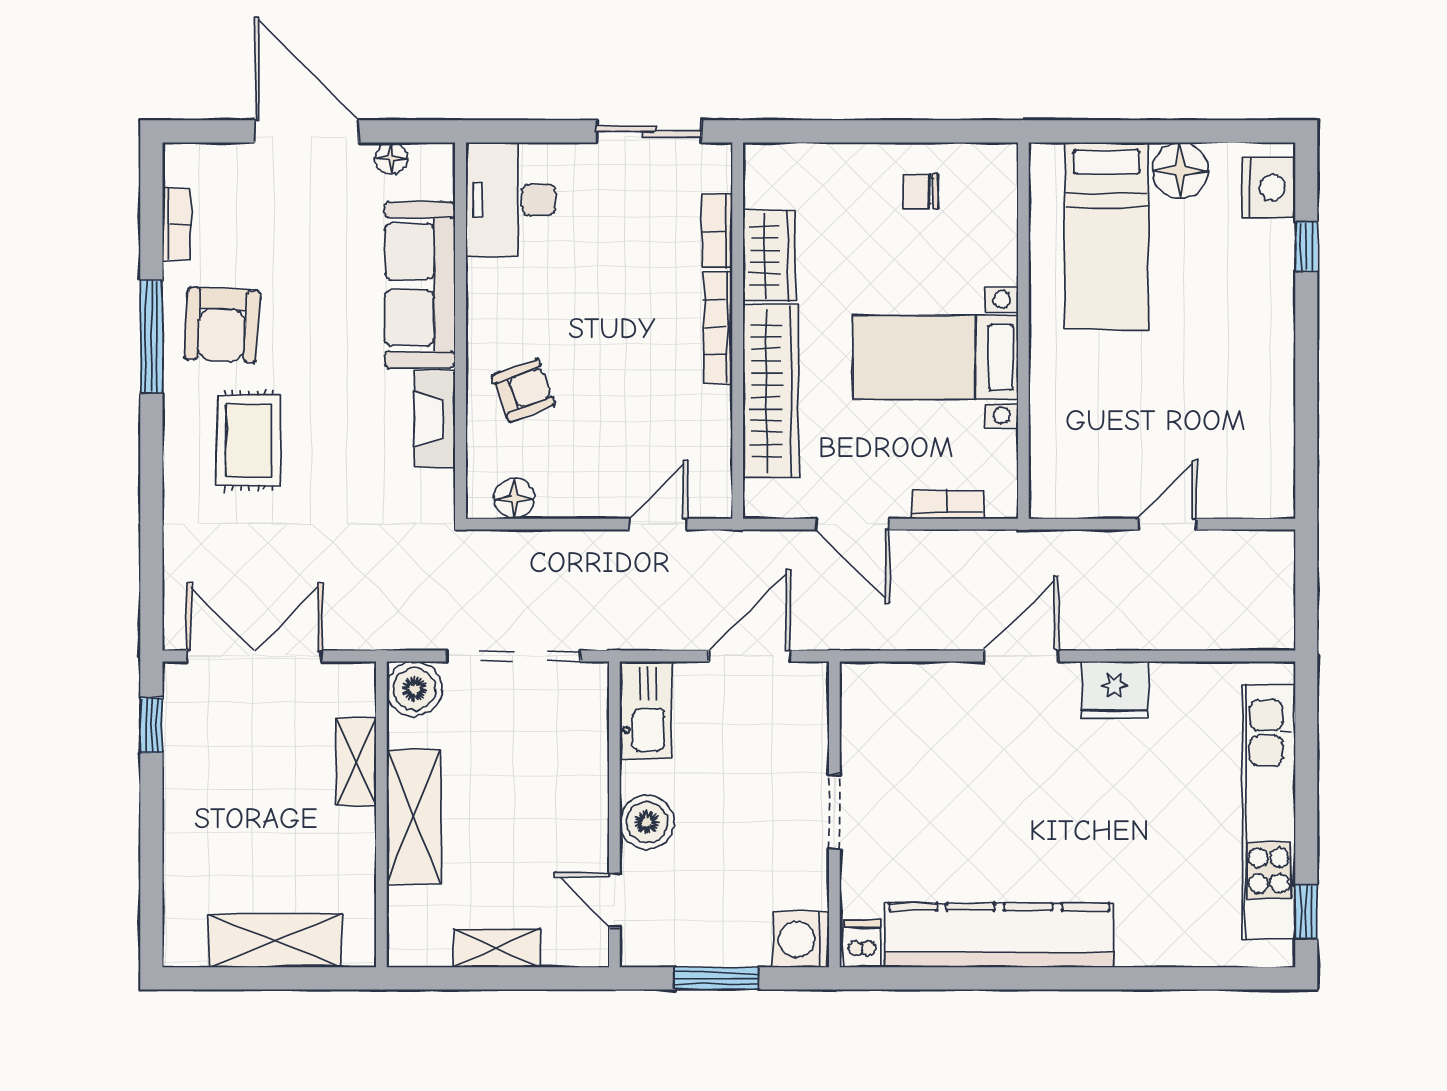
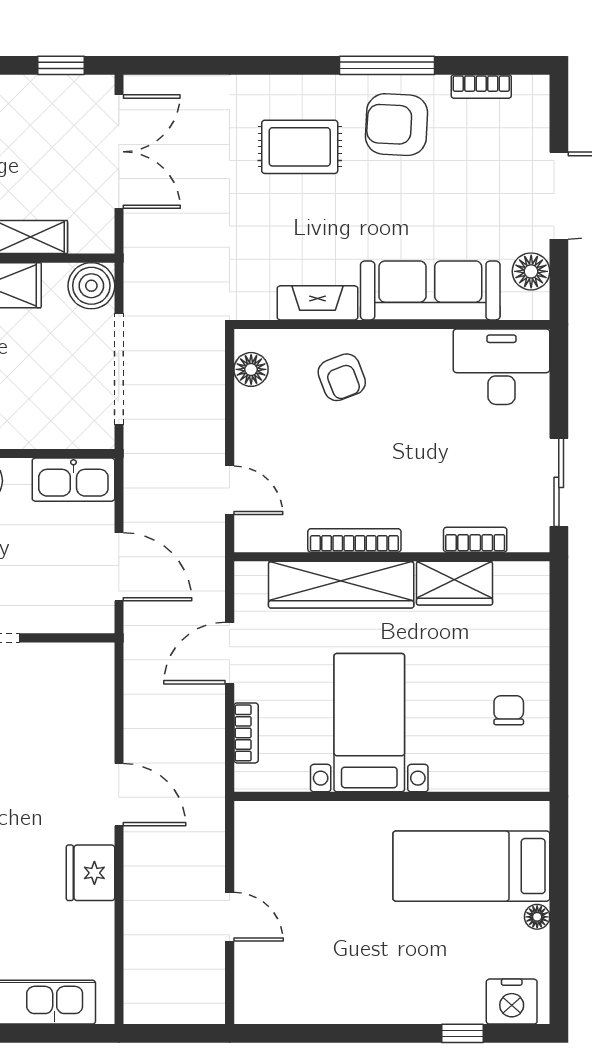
floor lamp: (391, 159) -> (531, 271), width x1.37, depth x1.37
floor lamp: (1180, 171) -> (537, 917), width x0.53, depth x0.53
bookcase: (718, 328) -> (354, 540), moved

